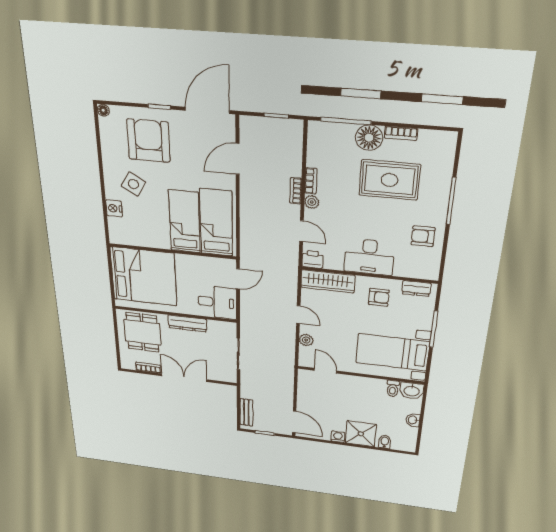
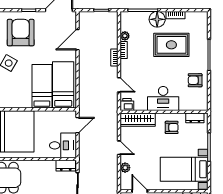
plant: (312, 202) -> (125, 36), moved
dresser: (187, 323) -> (66, 166), moved, width x0.70

